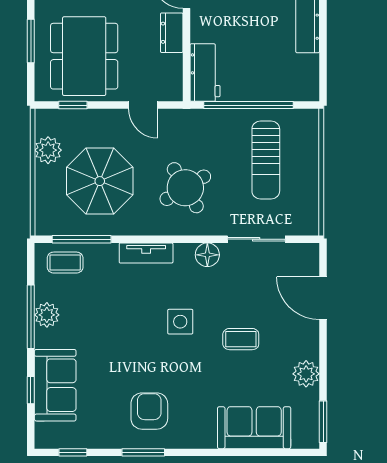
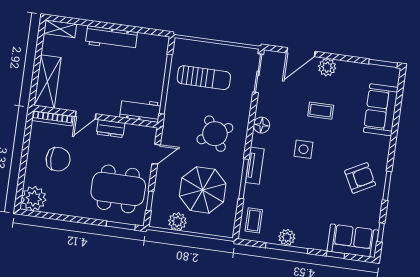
window: (31, 41) -> (121, 225), moved
window: (82, 239) -> (244, 179), moved
sliding door: (256, 239) -> (258, 73), moved
coffee table: (241, 339) -> (321, 111), turned 90
plant: (306, 374) -> (327, 67), moved
sofa: (55, 385) -> (353, 241), moved
armchair: (149, 411) -> (360, 178), turned 152

